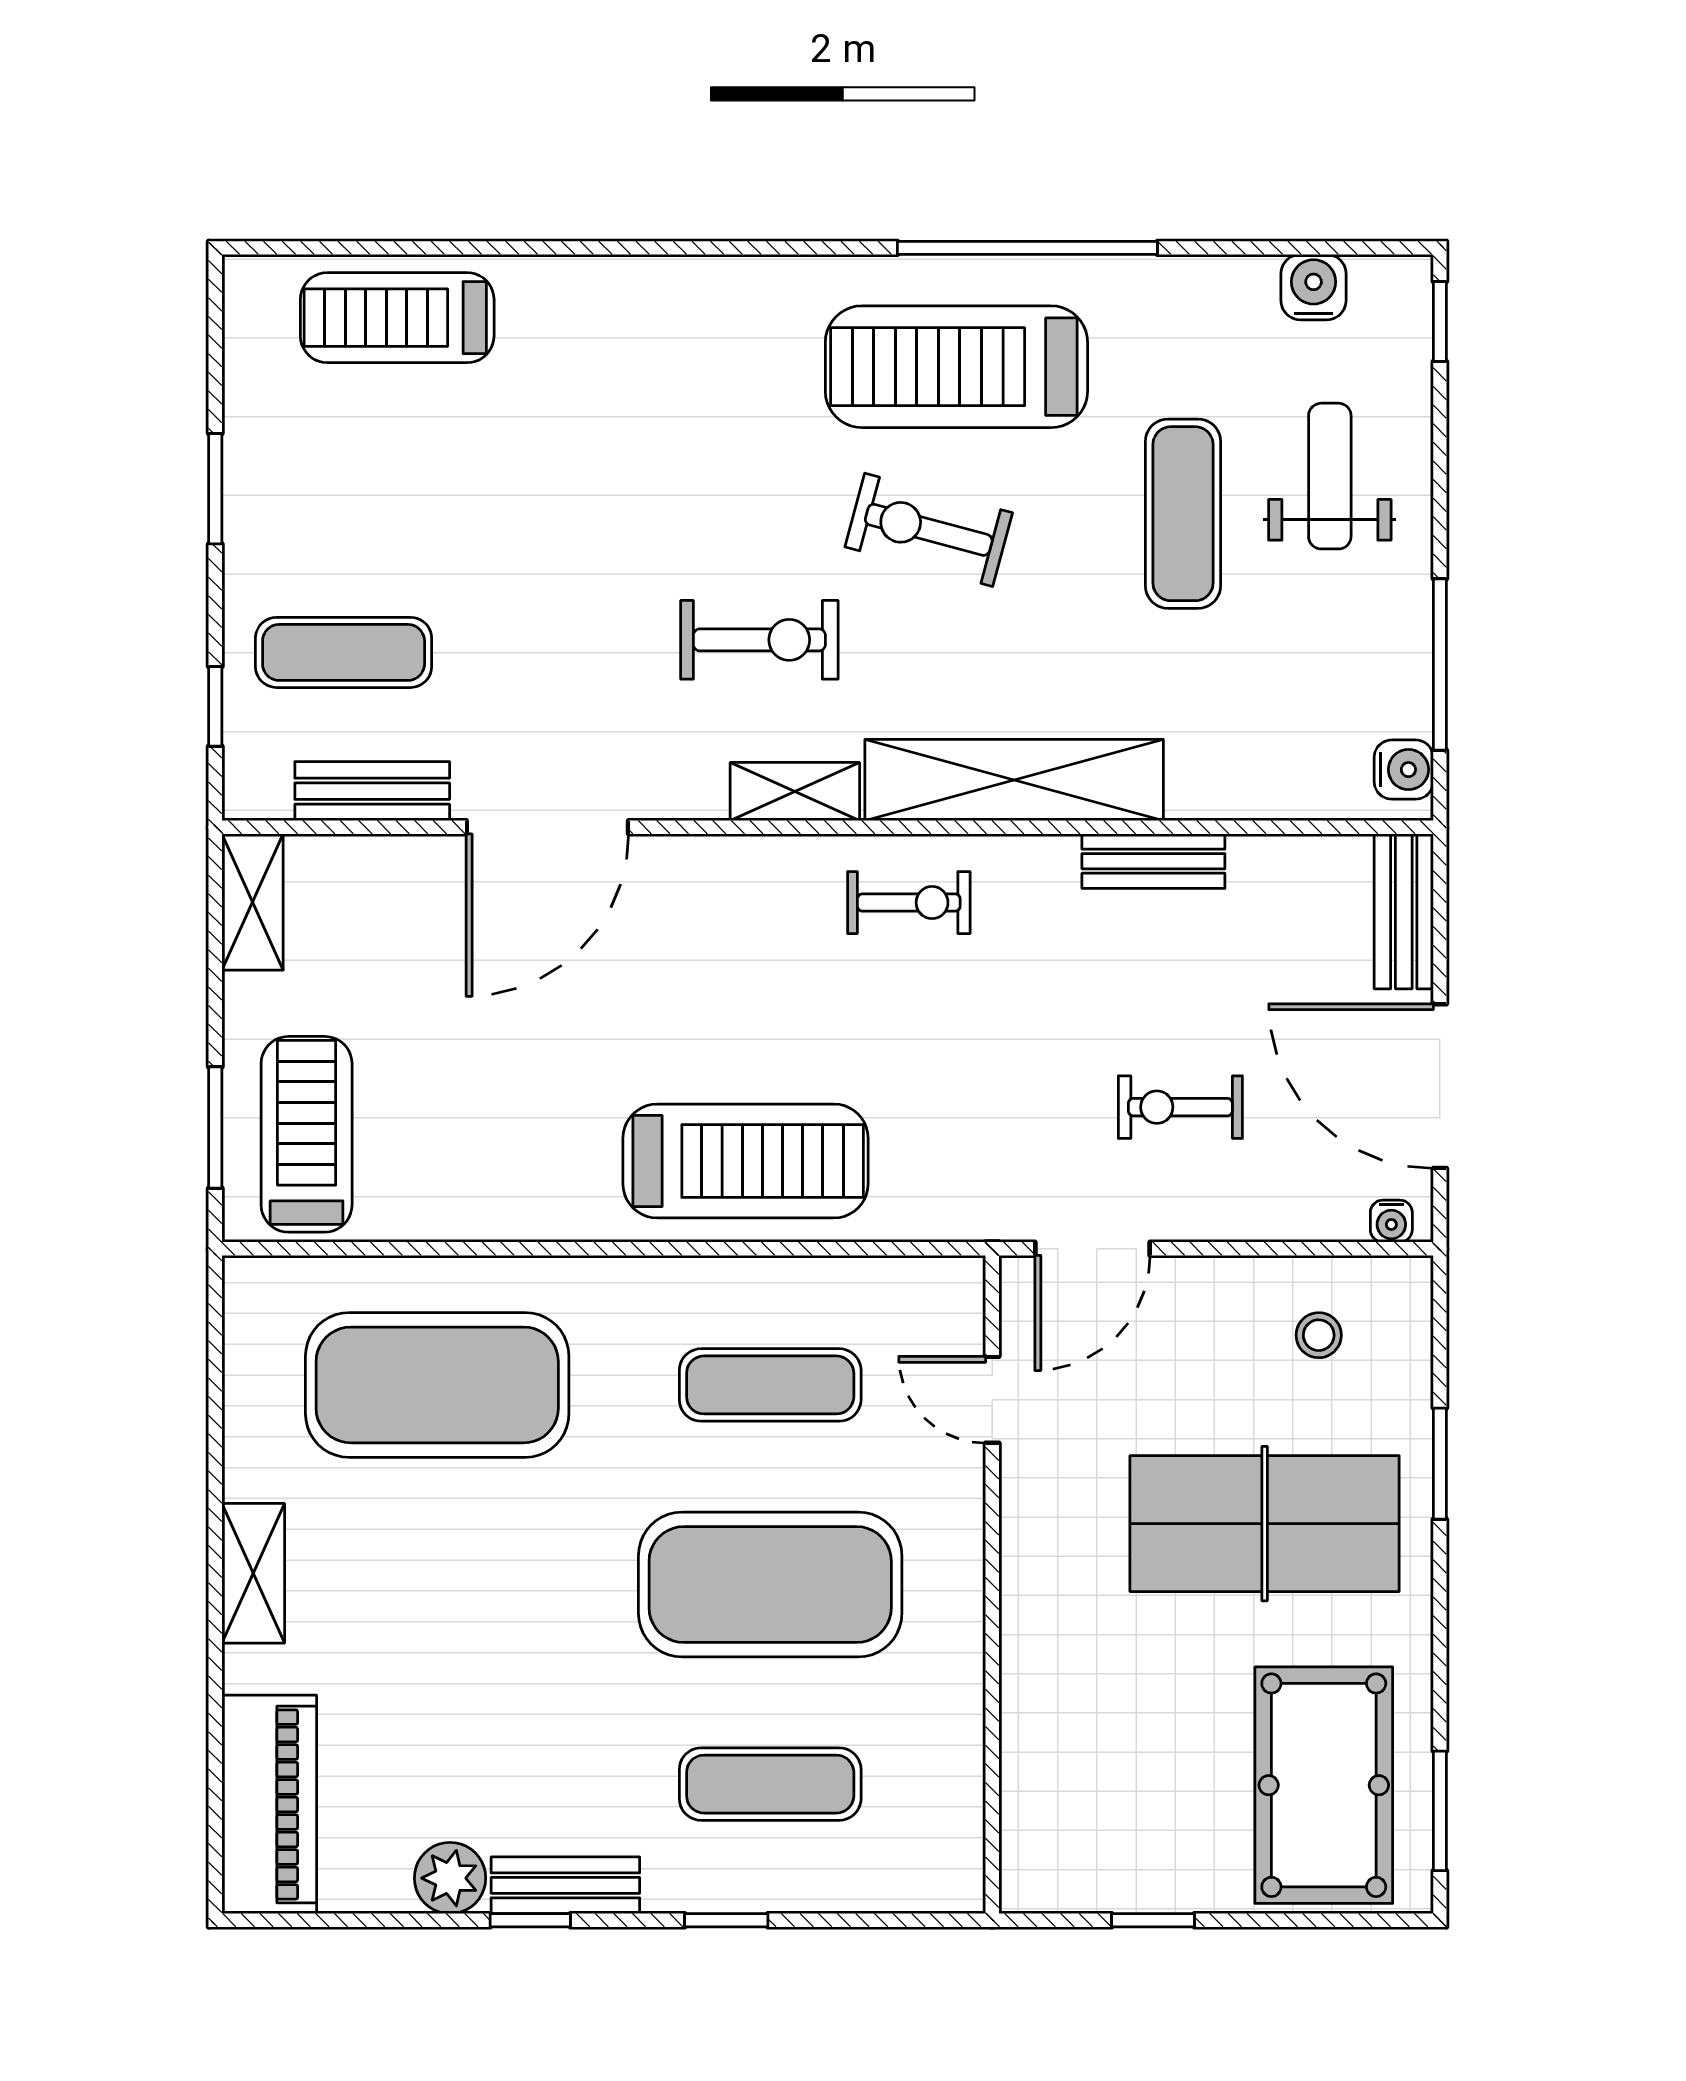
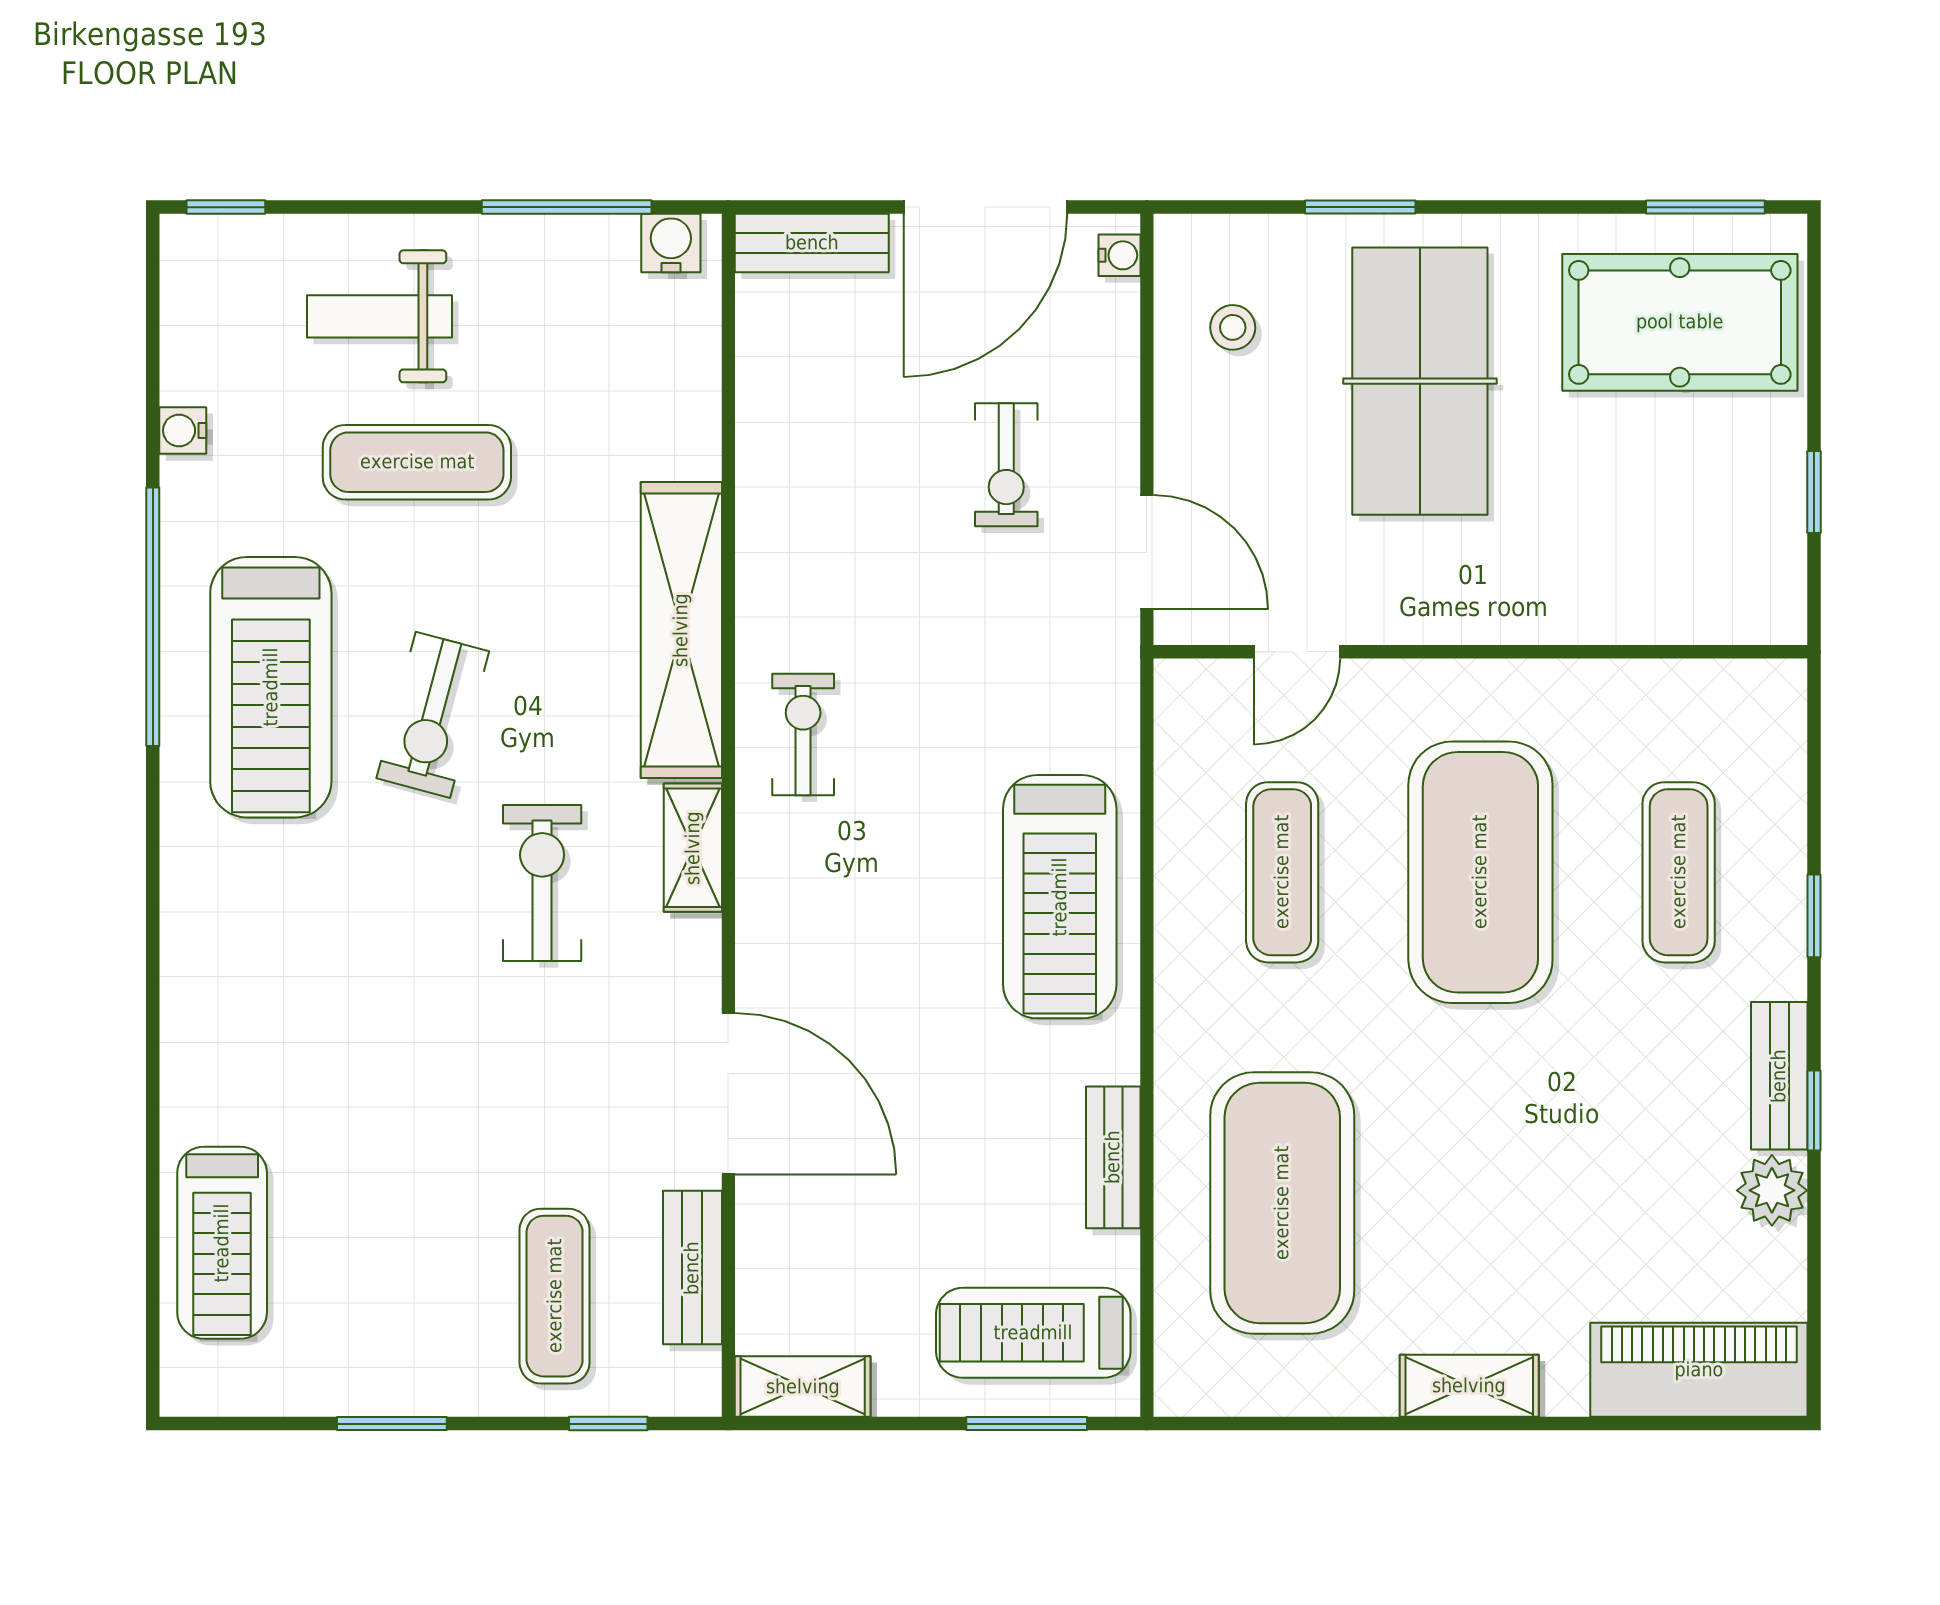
water cooler: (1314, 287) -> (183, 431), moved, width x0.72, depth x0.72
bench: (1153, 861) -> (1113, 1157), moved
treadmill: (746, 1161) -> (1060, 897), turned 180

